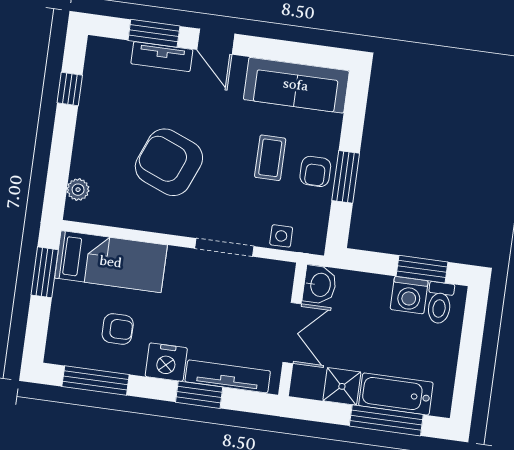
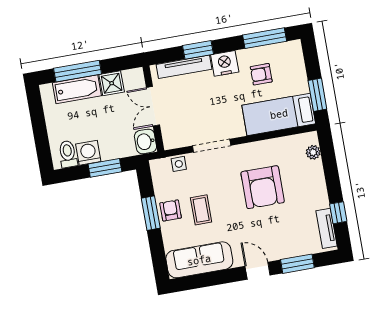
tv unit: (162, 57) -> (326, 228), moved, turned -90
armchair: (169, 162) -> (263, 187), turned 68
window: (422, 269) -> (105, 168), moved

